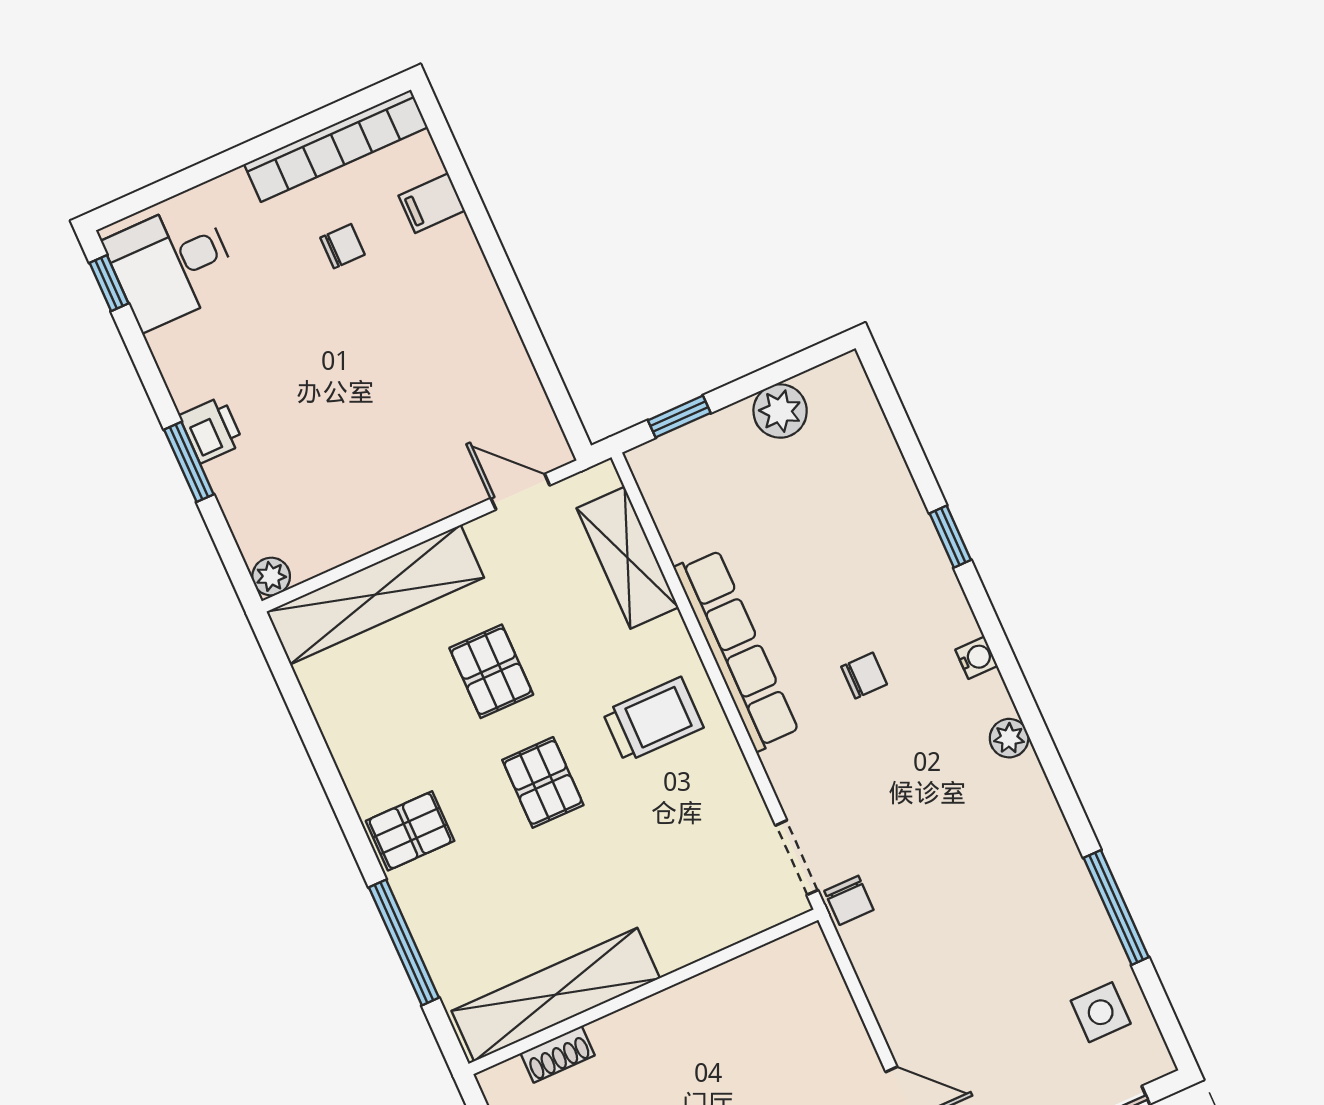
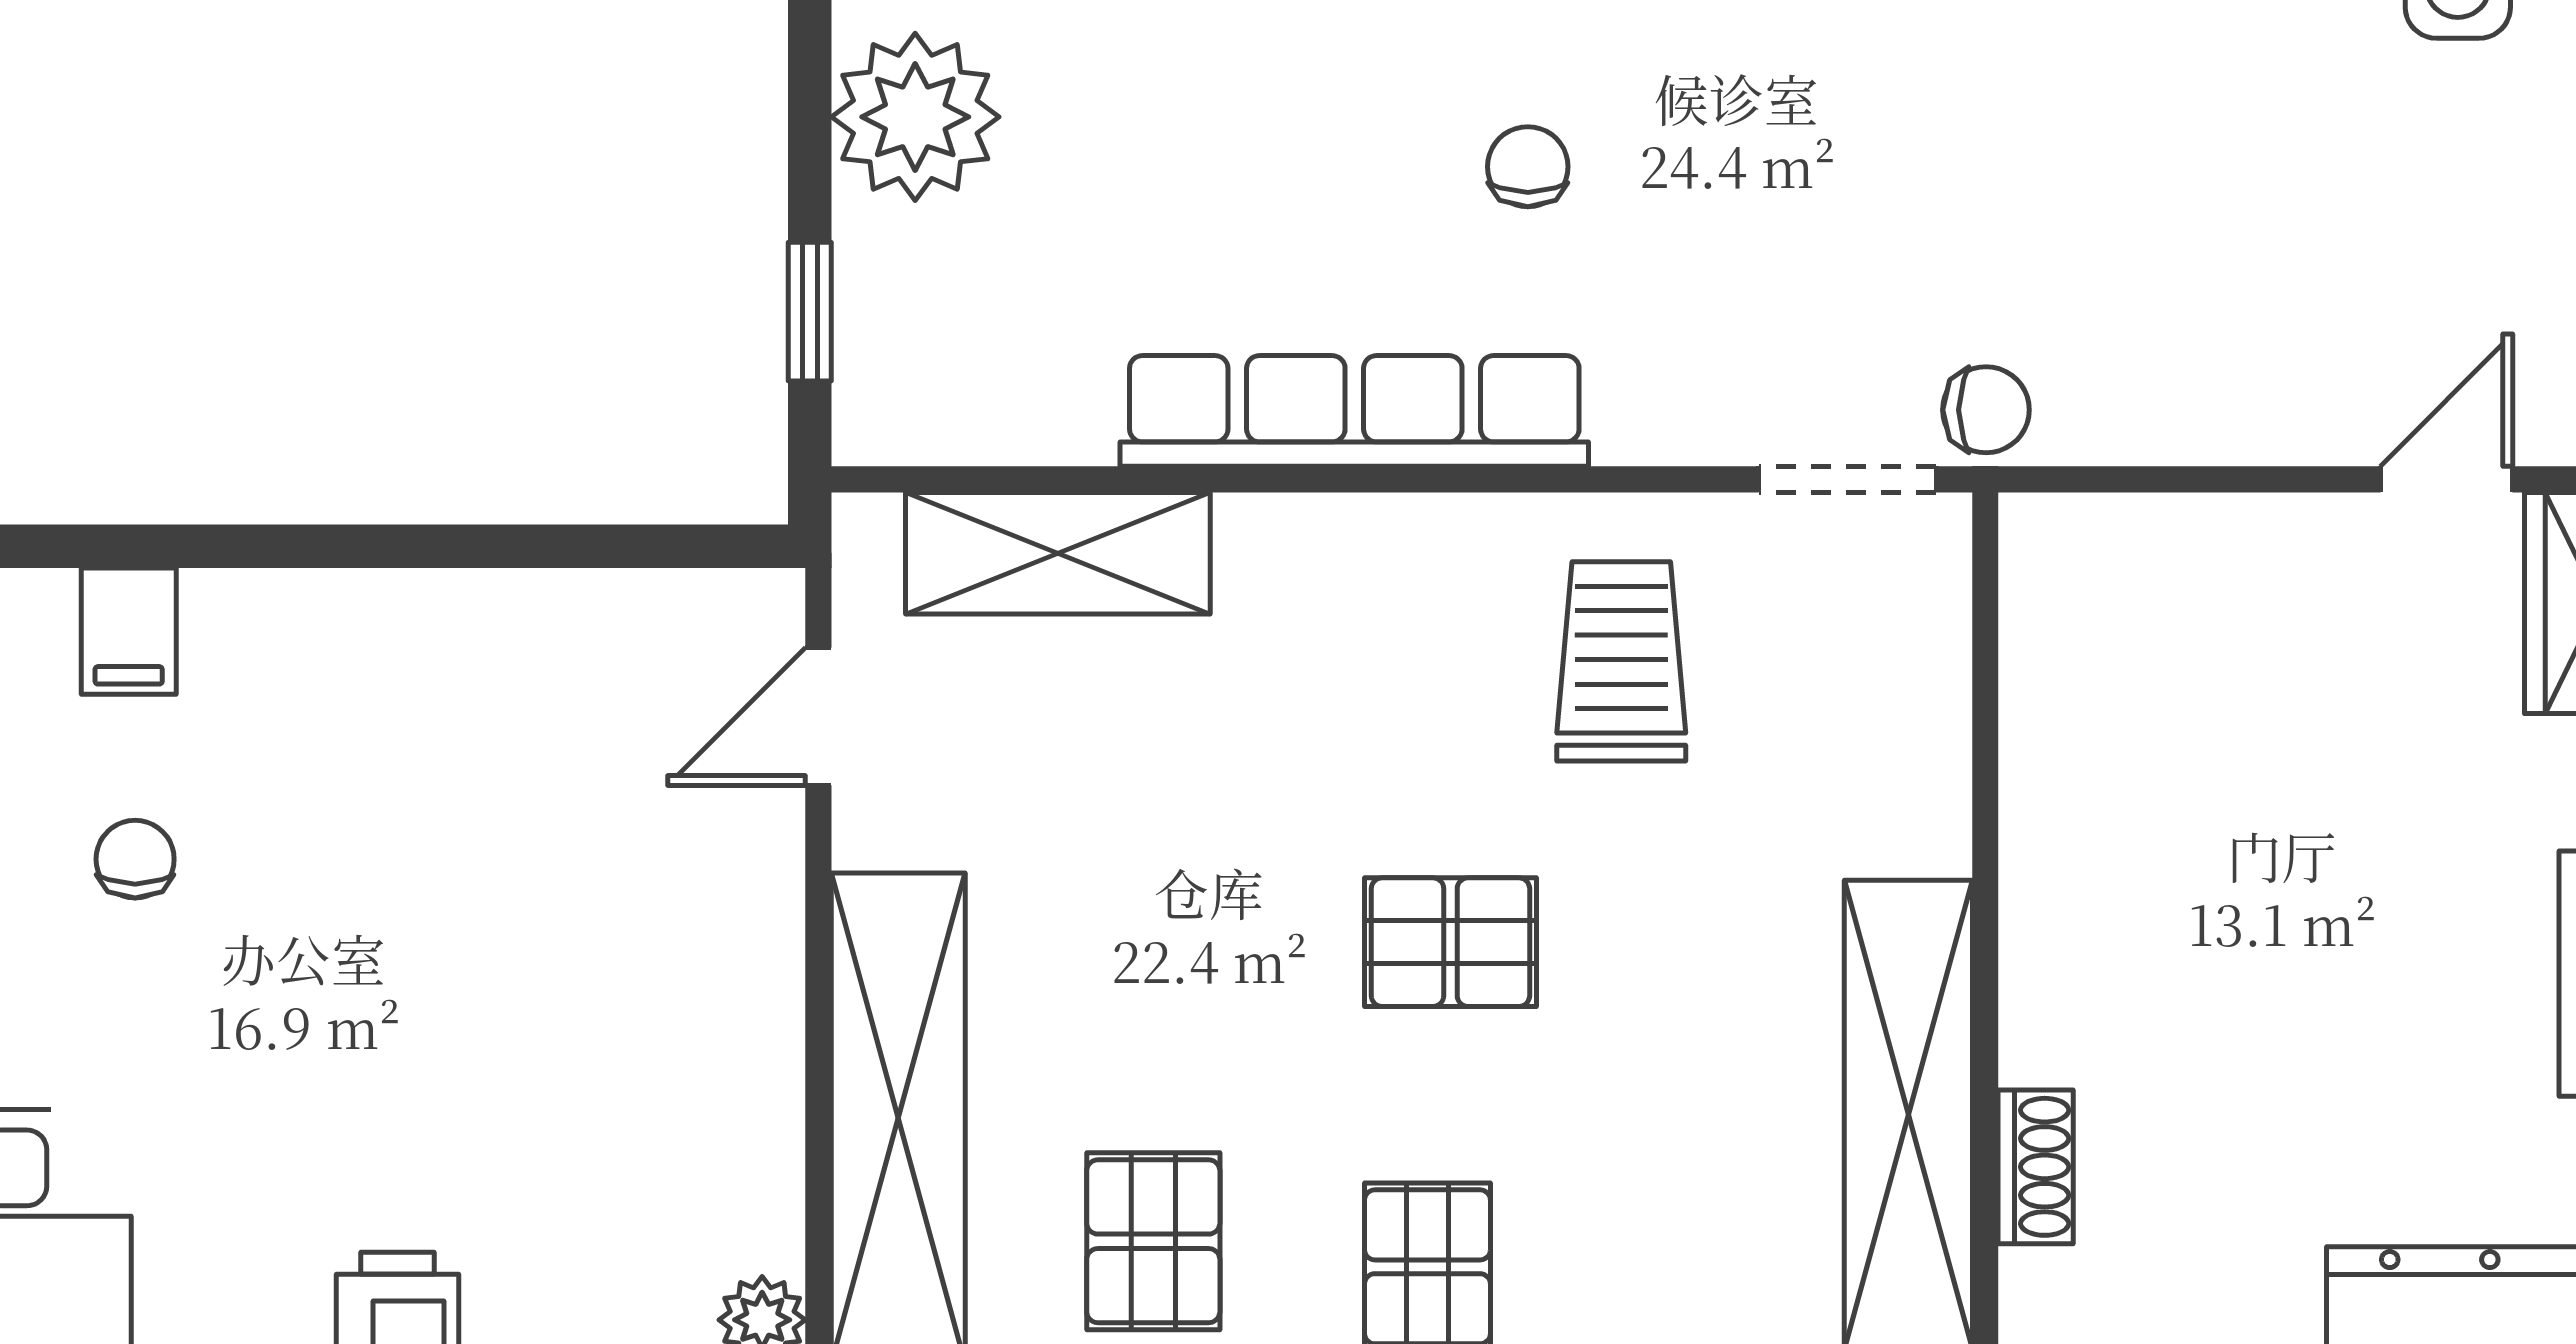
plant: (780, 411) -> (915, 117), width x1.36, depth x1.36
pallet: (491, 671) -> (1153, 1241), moved, turned 90
trolley: (653, 720) -> (1621, 661), moved

